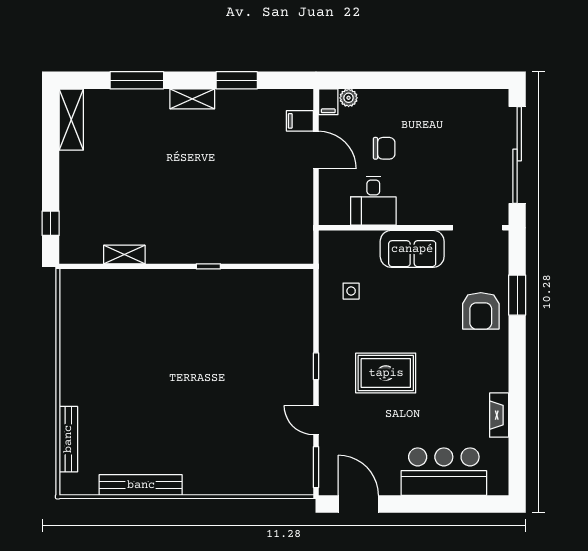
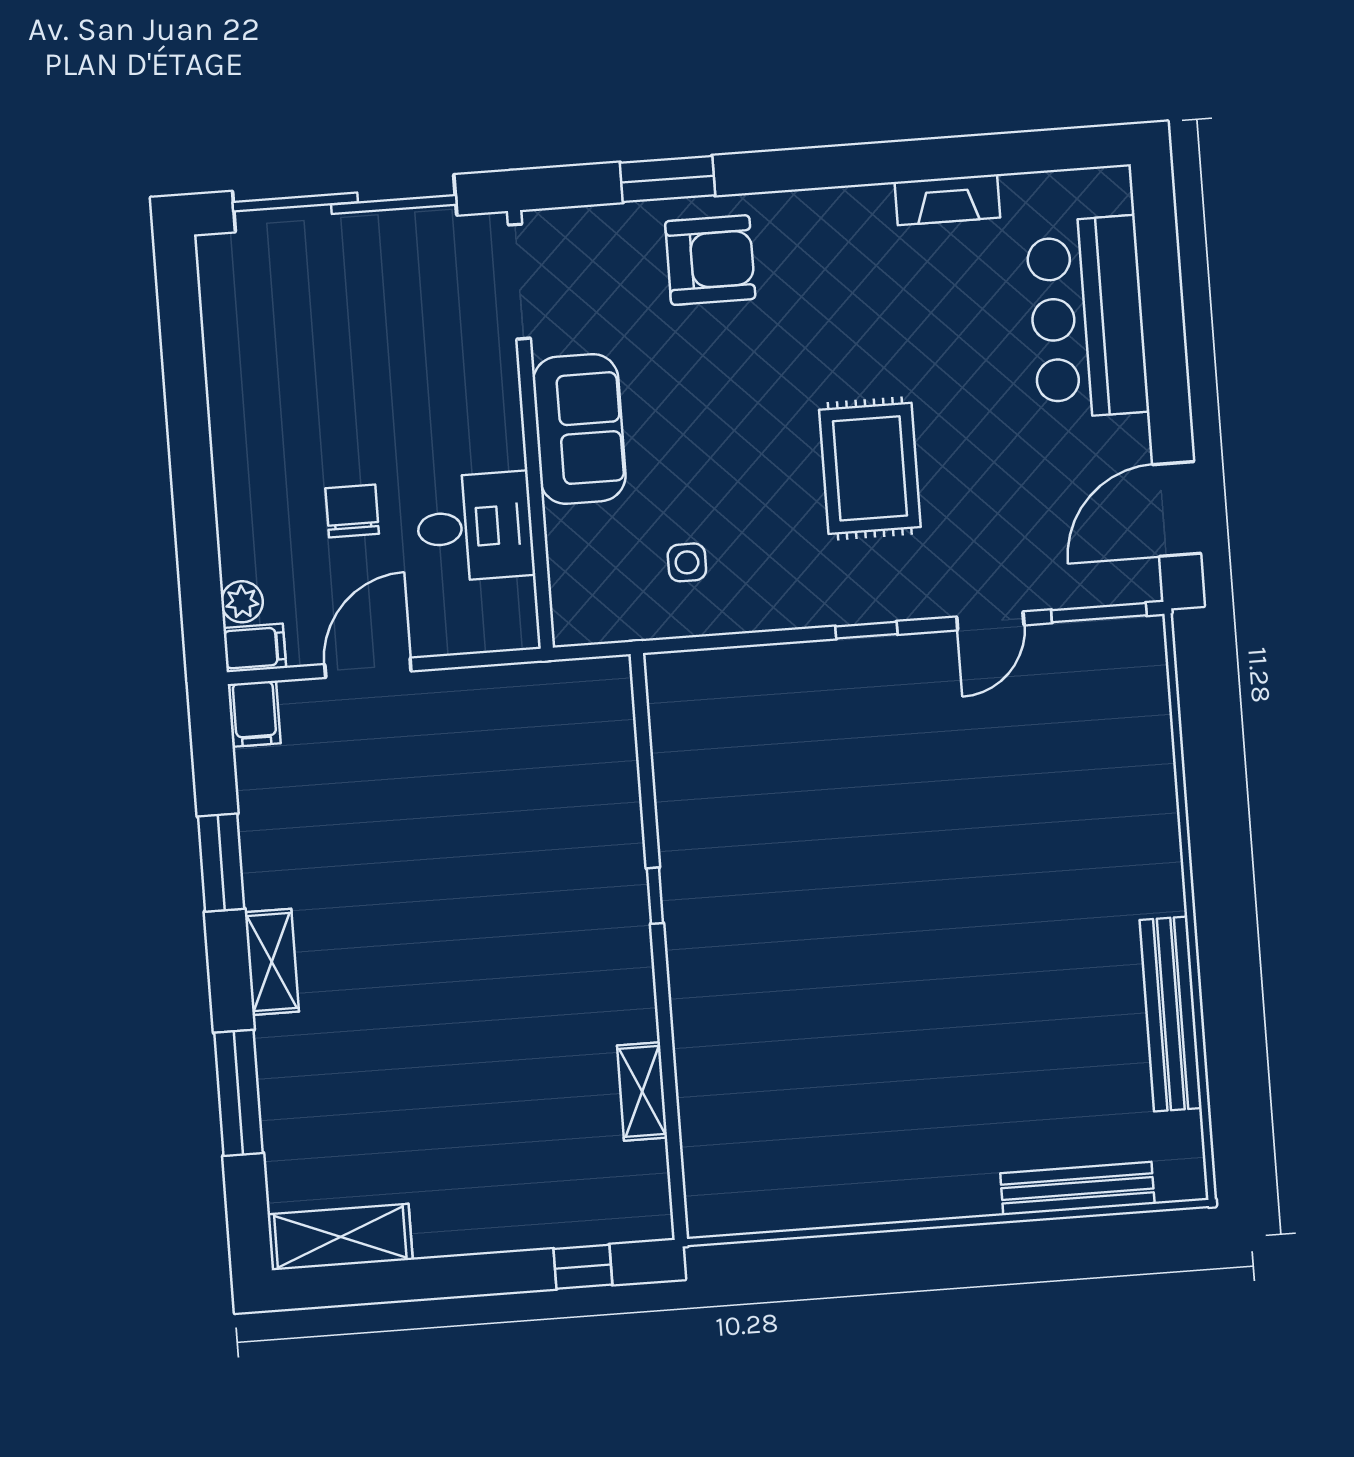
filing cabinet: (300, 121) -> (255, 714), moved

